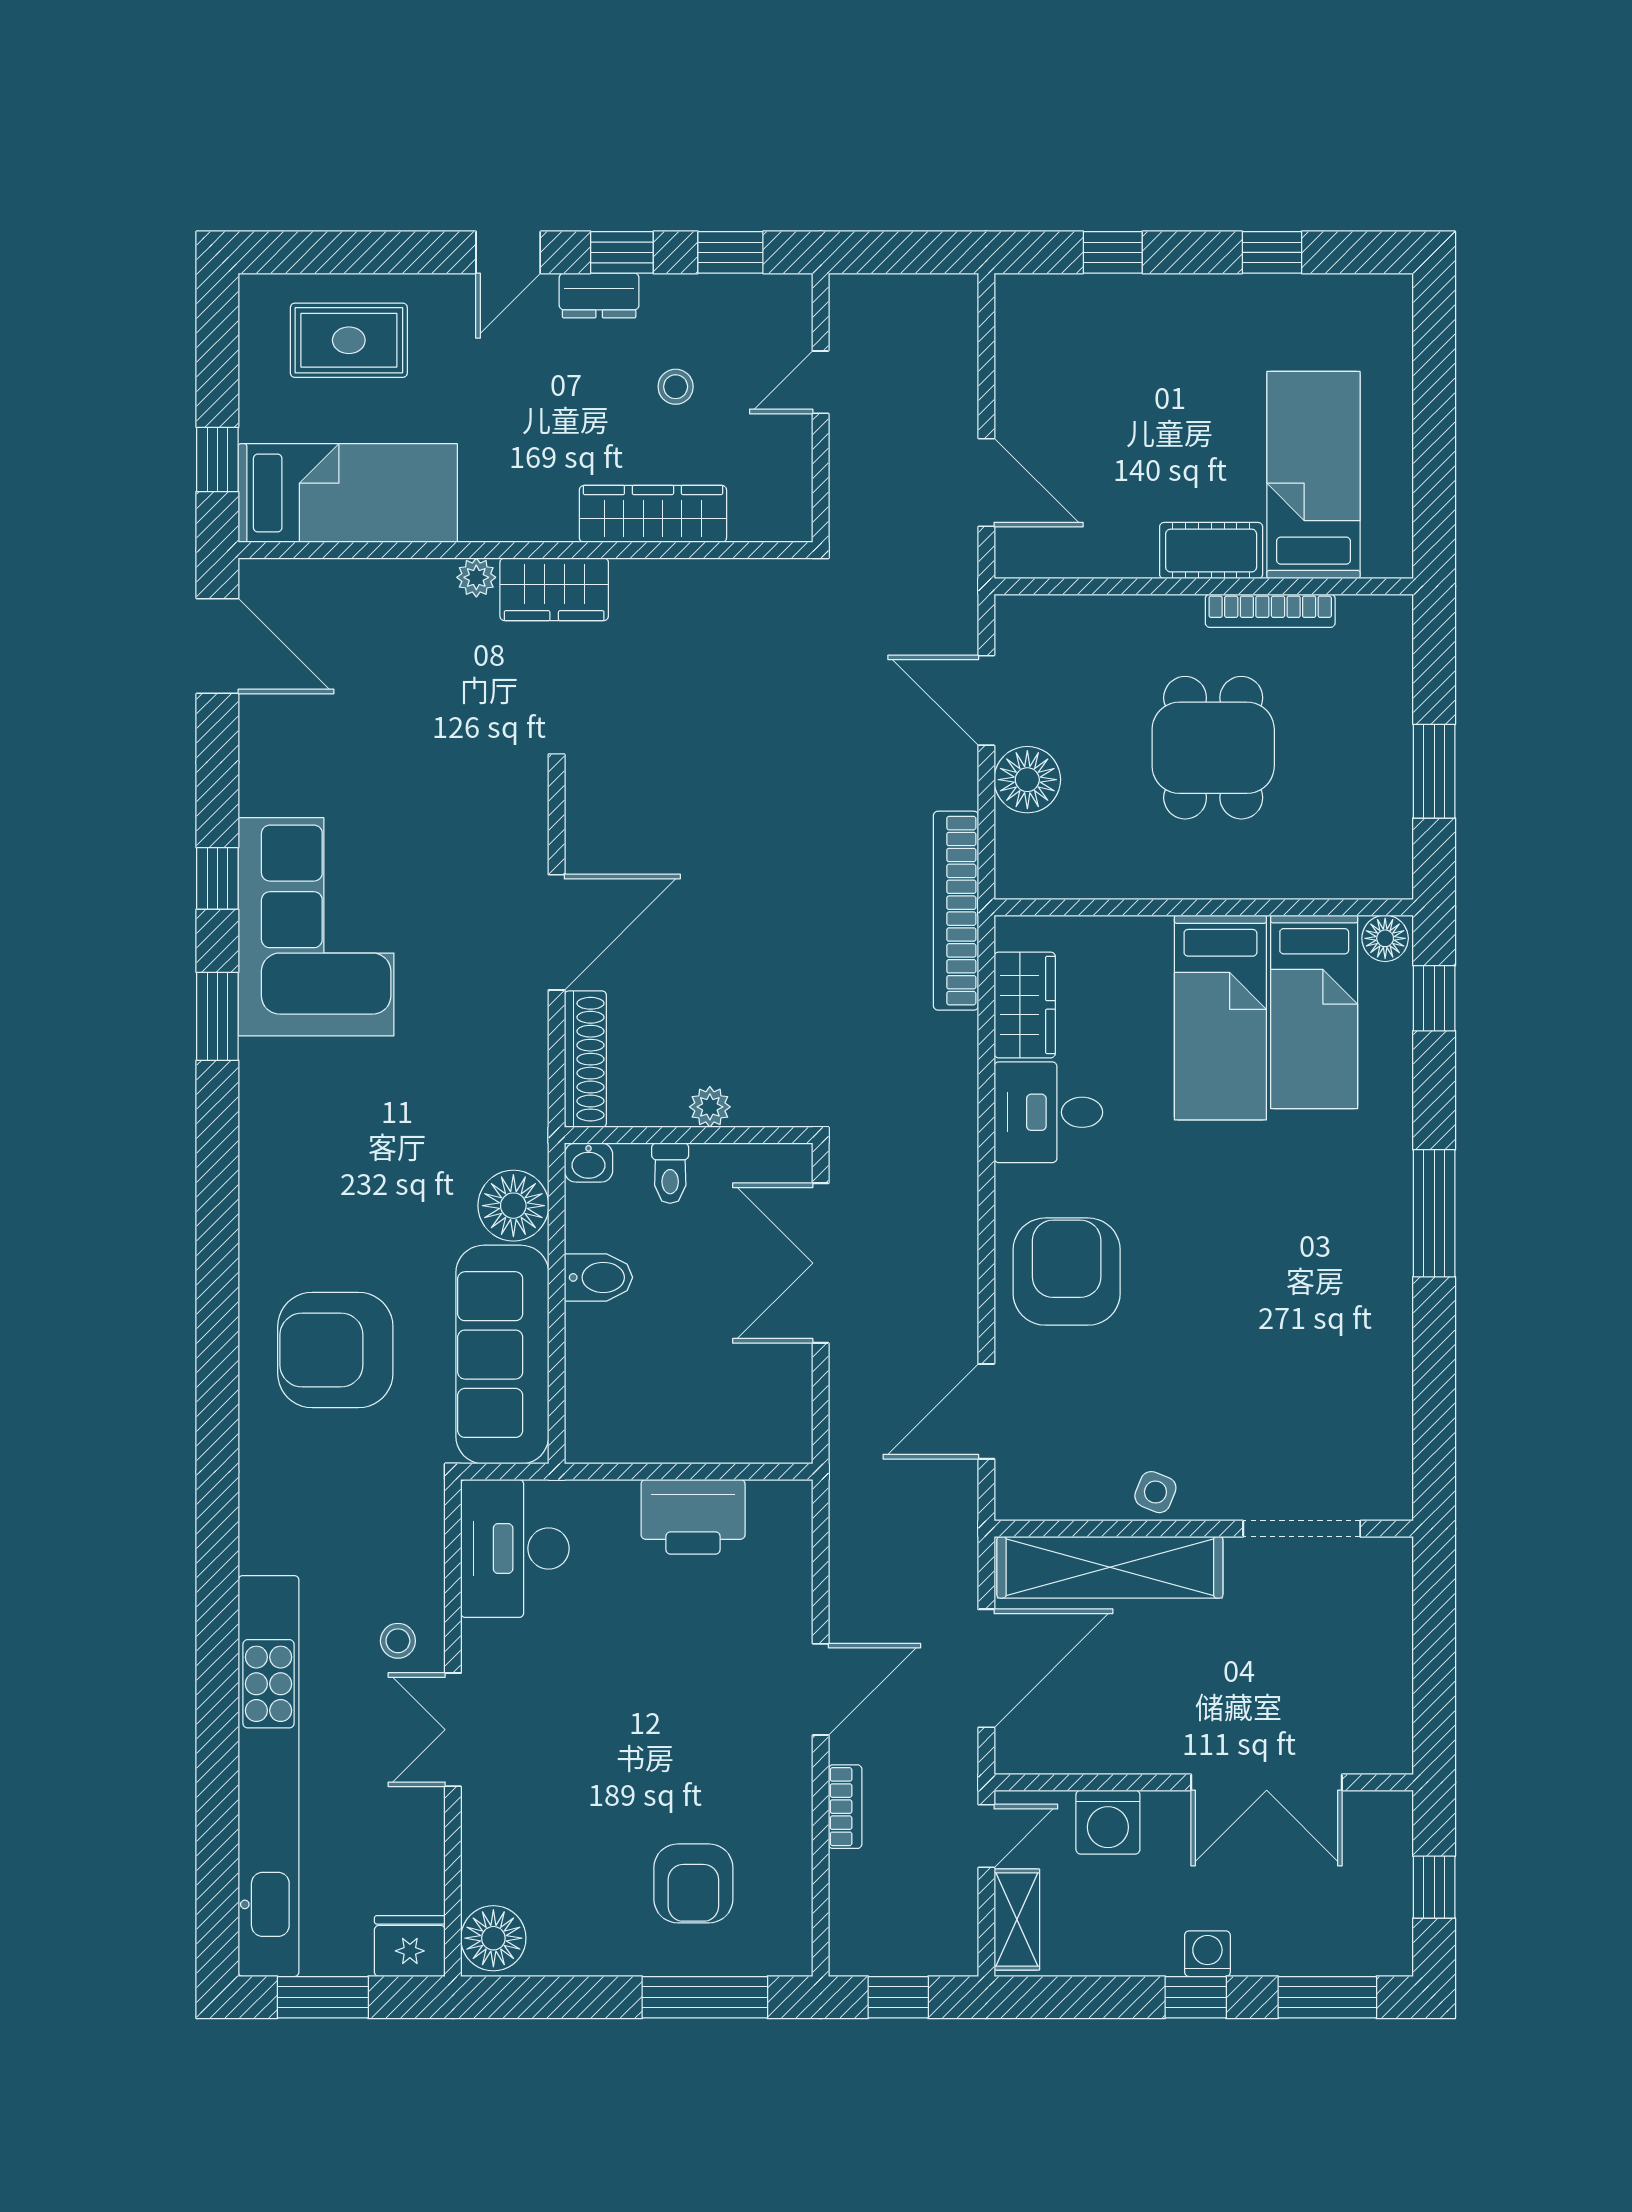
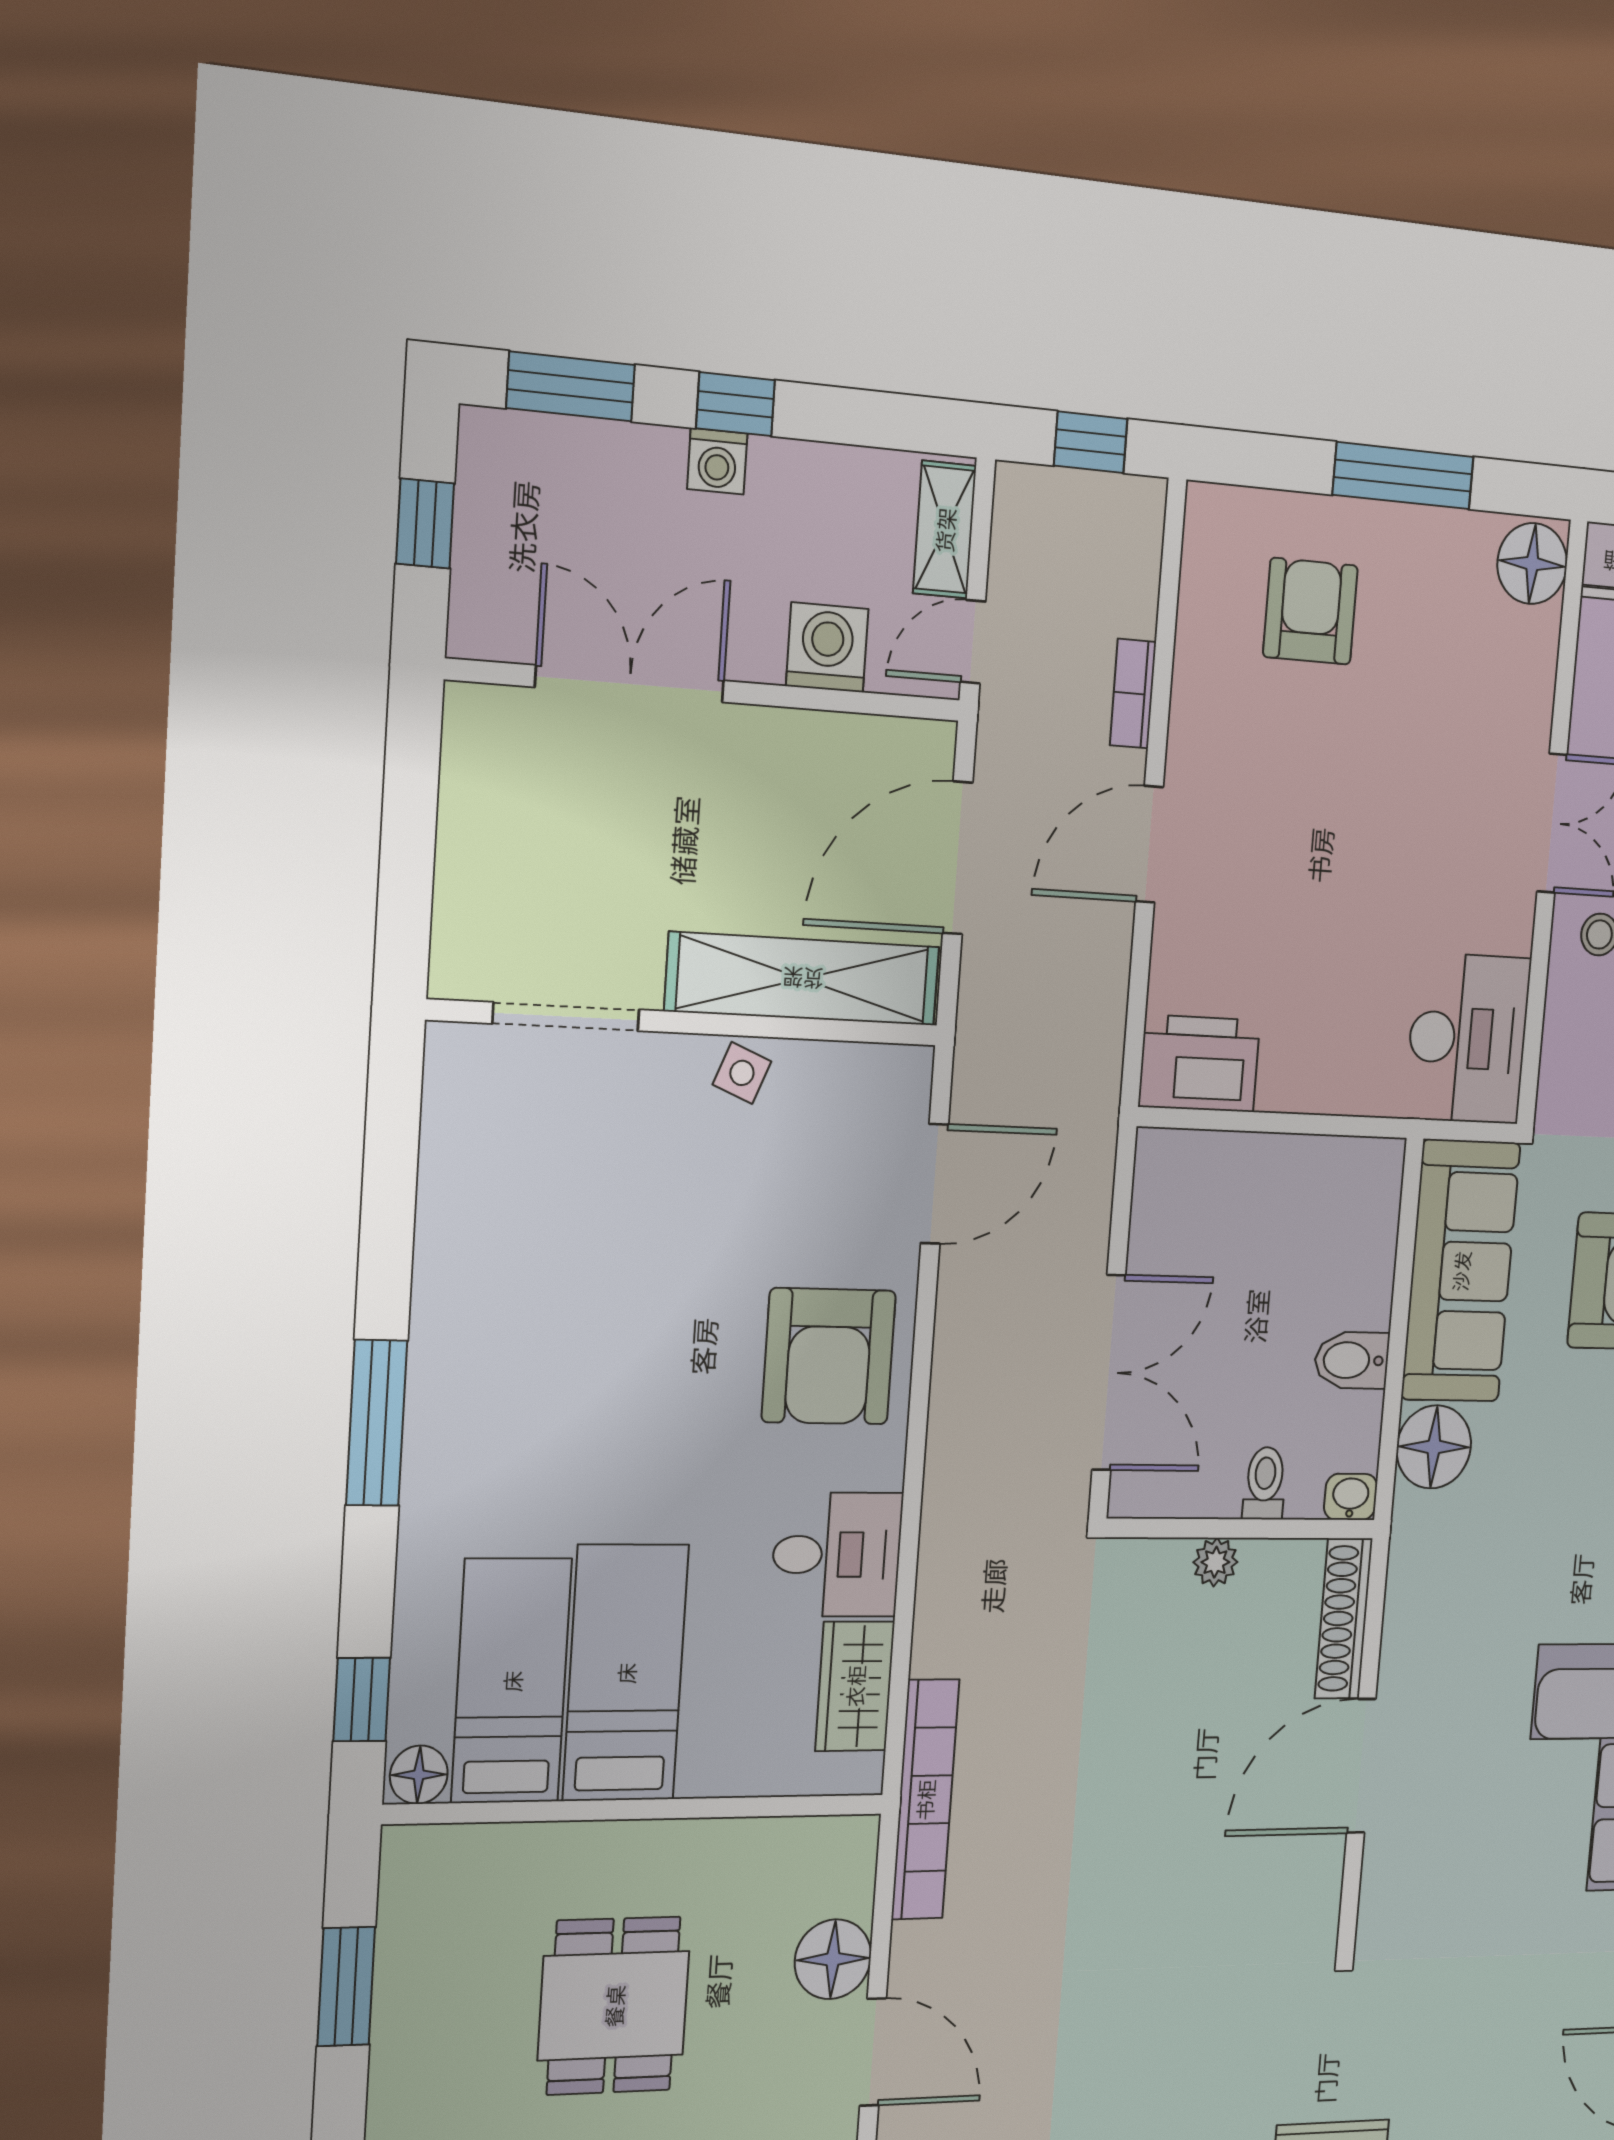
printer: (693, 1517) -> (1199, 1063), moved
window: (705, 1997) -> (1403, 476), moved

